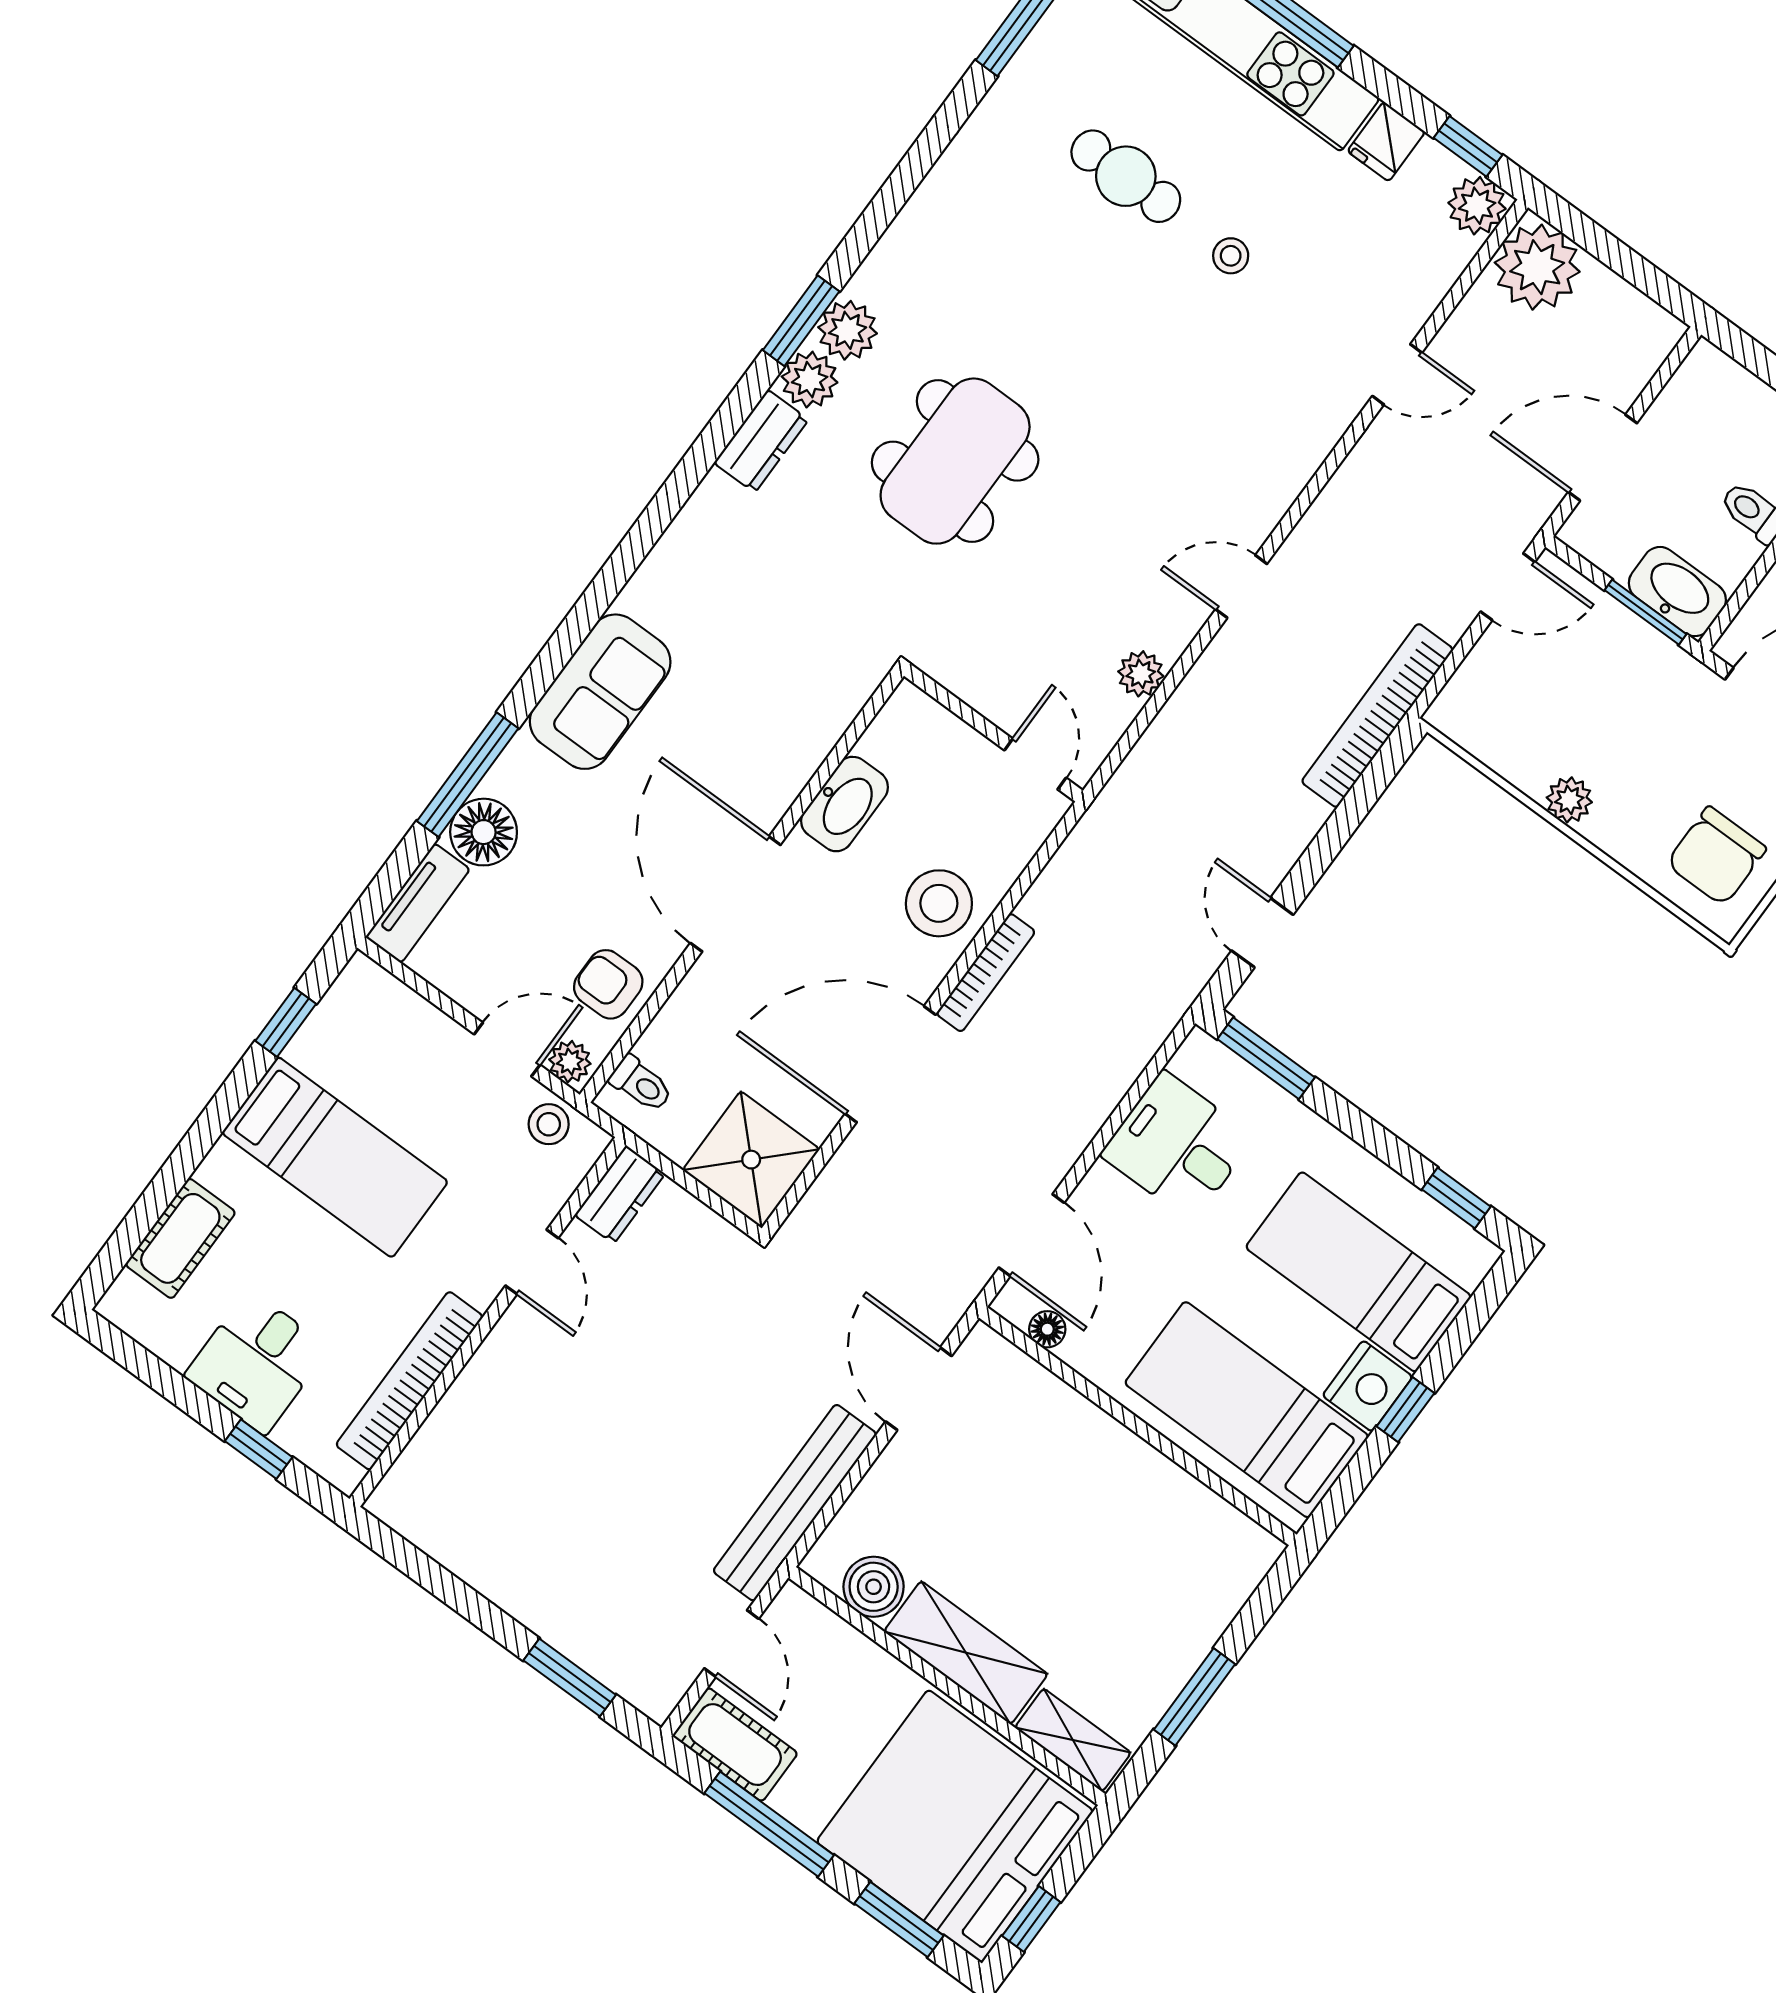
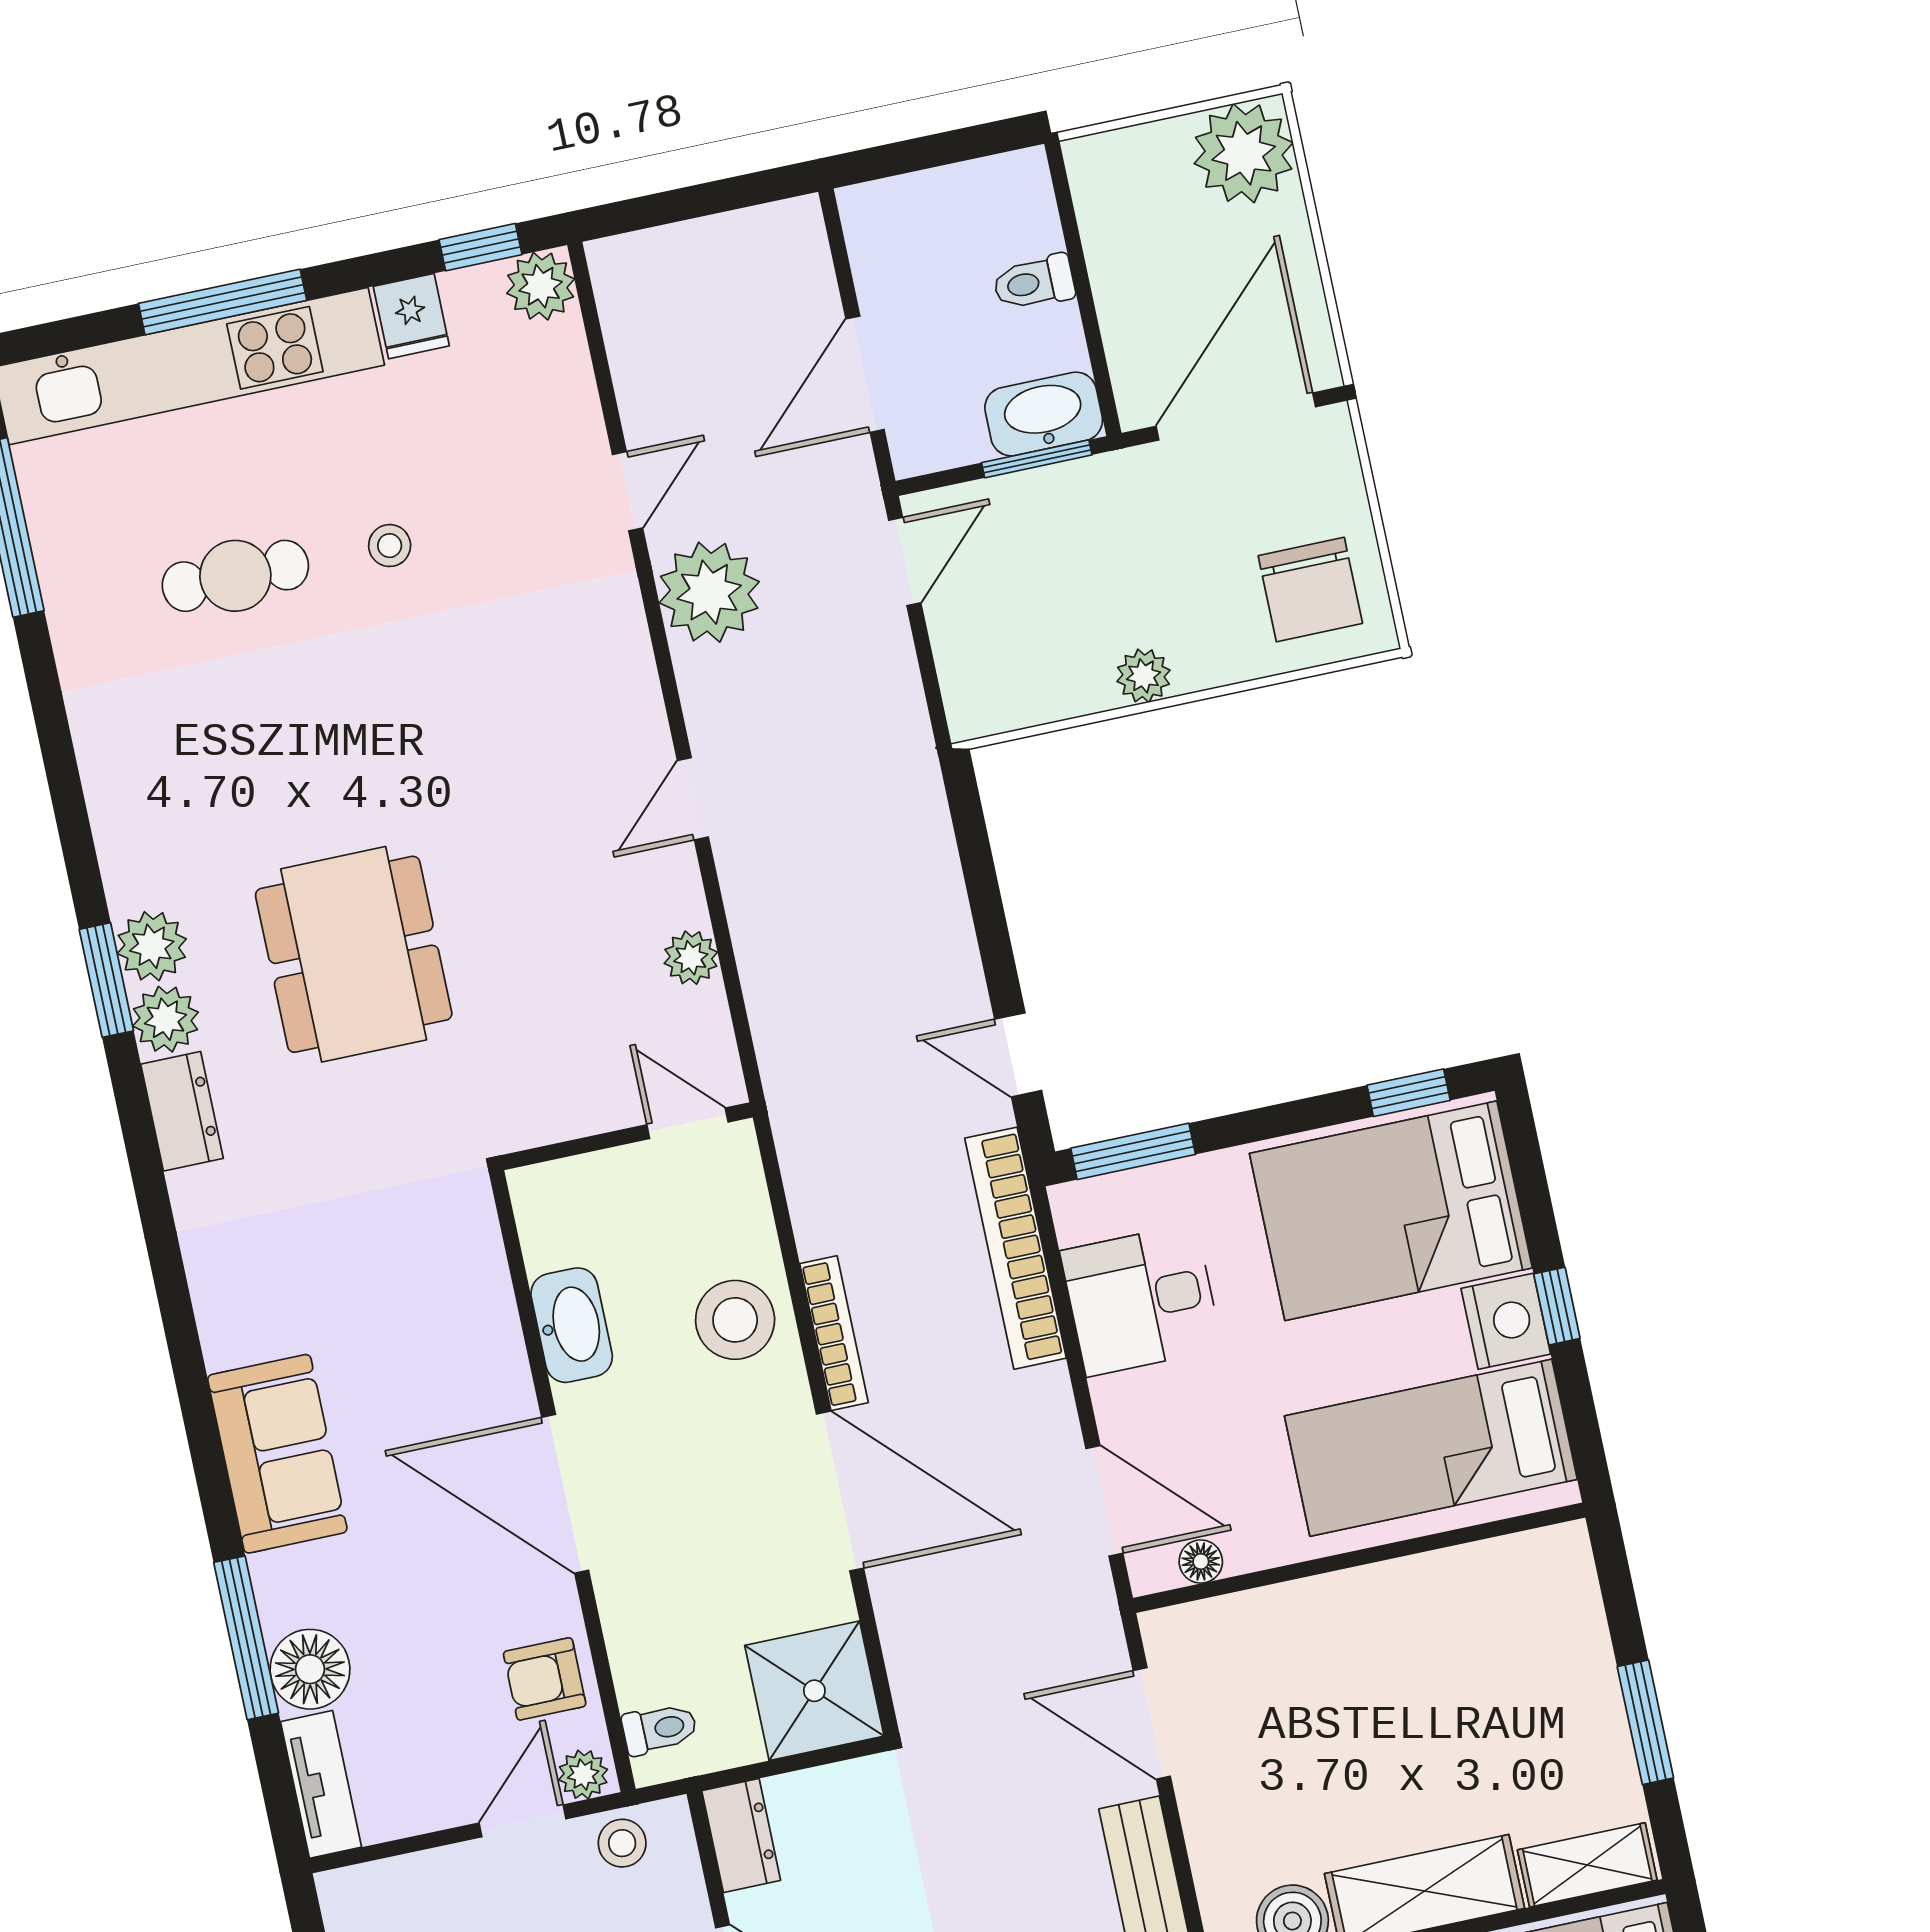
plant: (1537, 267) -> (709, 592), moved
bookcase: (1377, 715) -> (1015, 1248), moved
door: (890, 1064) -> (840, 1491), swing flipped
bed: (1358, 1272) -> (1391, 1211), width x1.50

